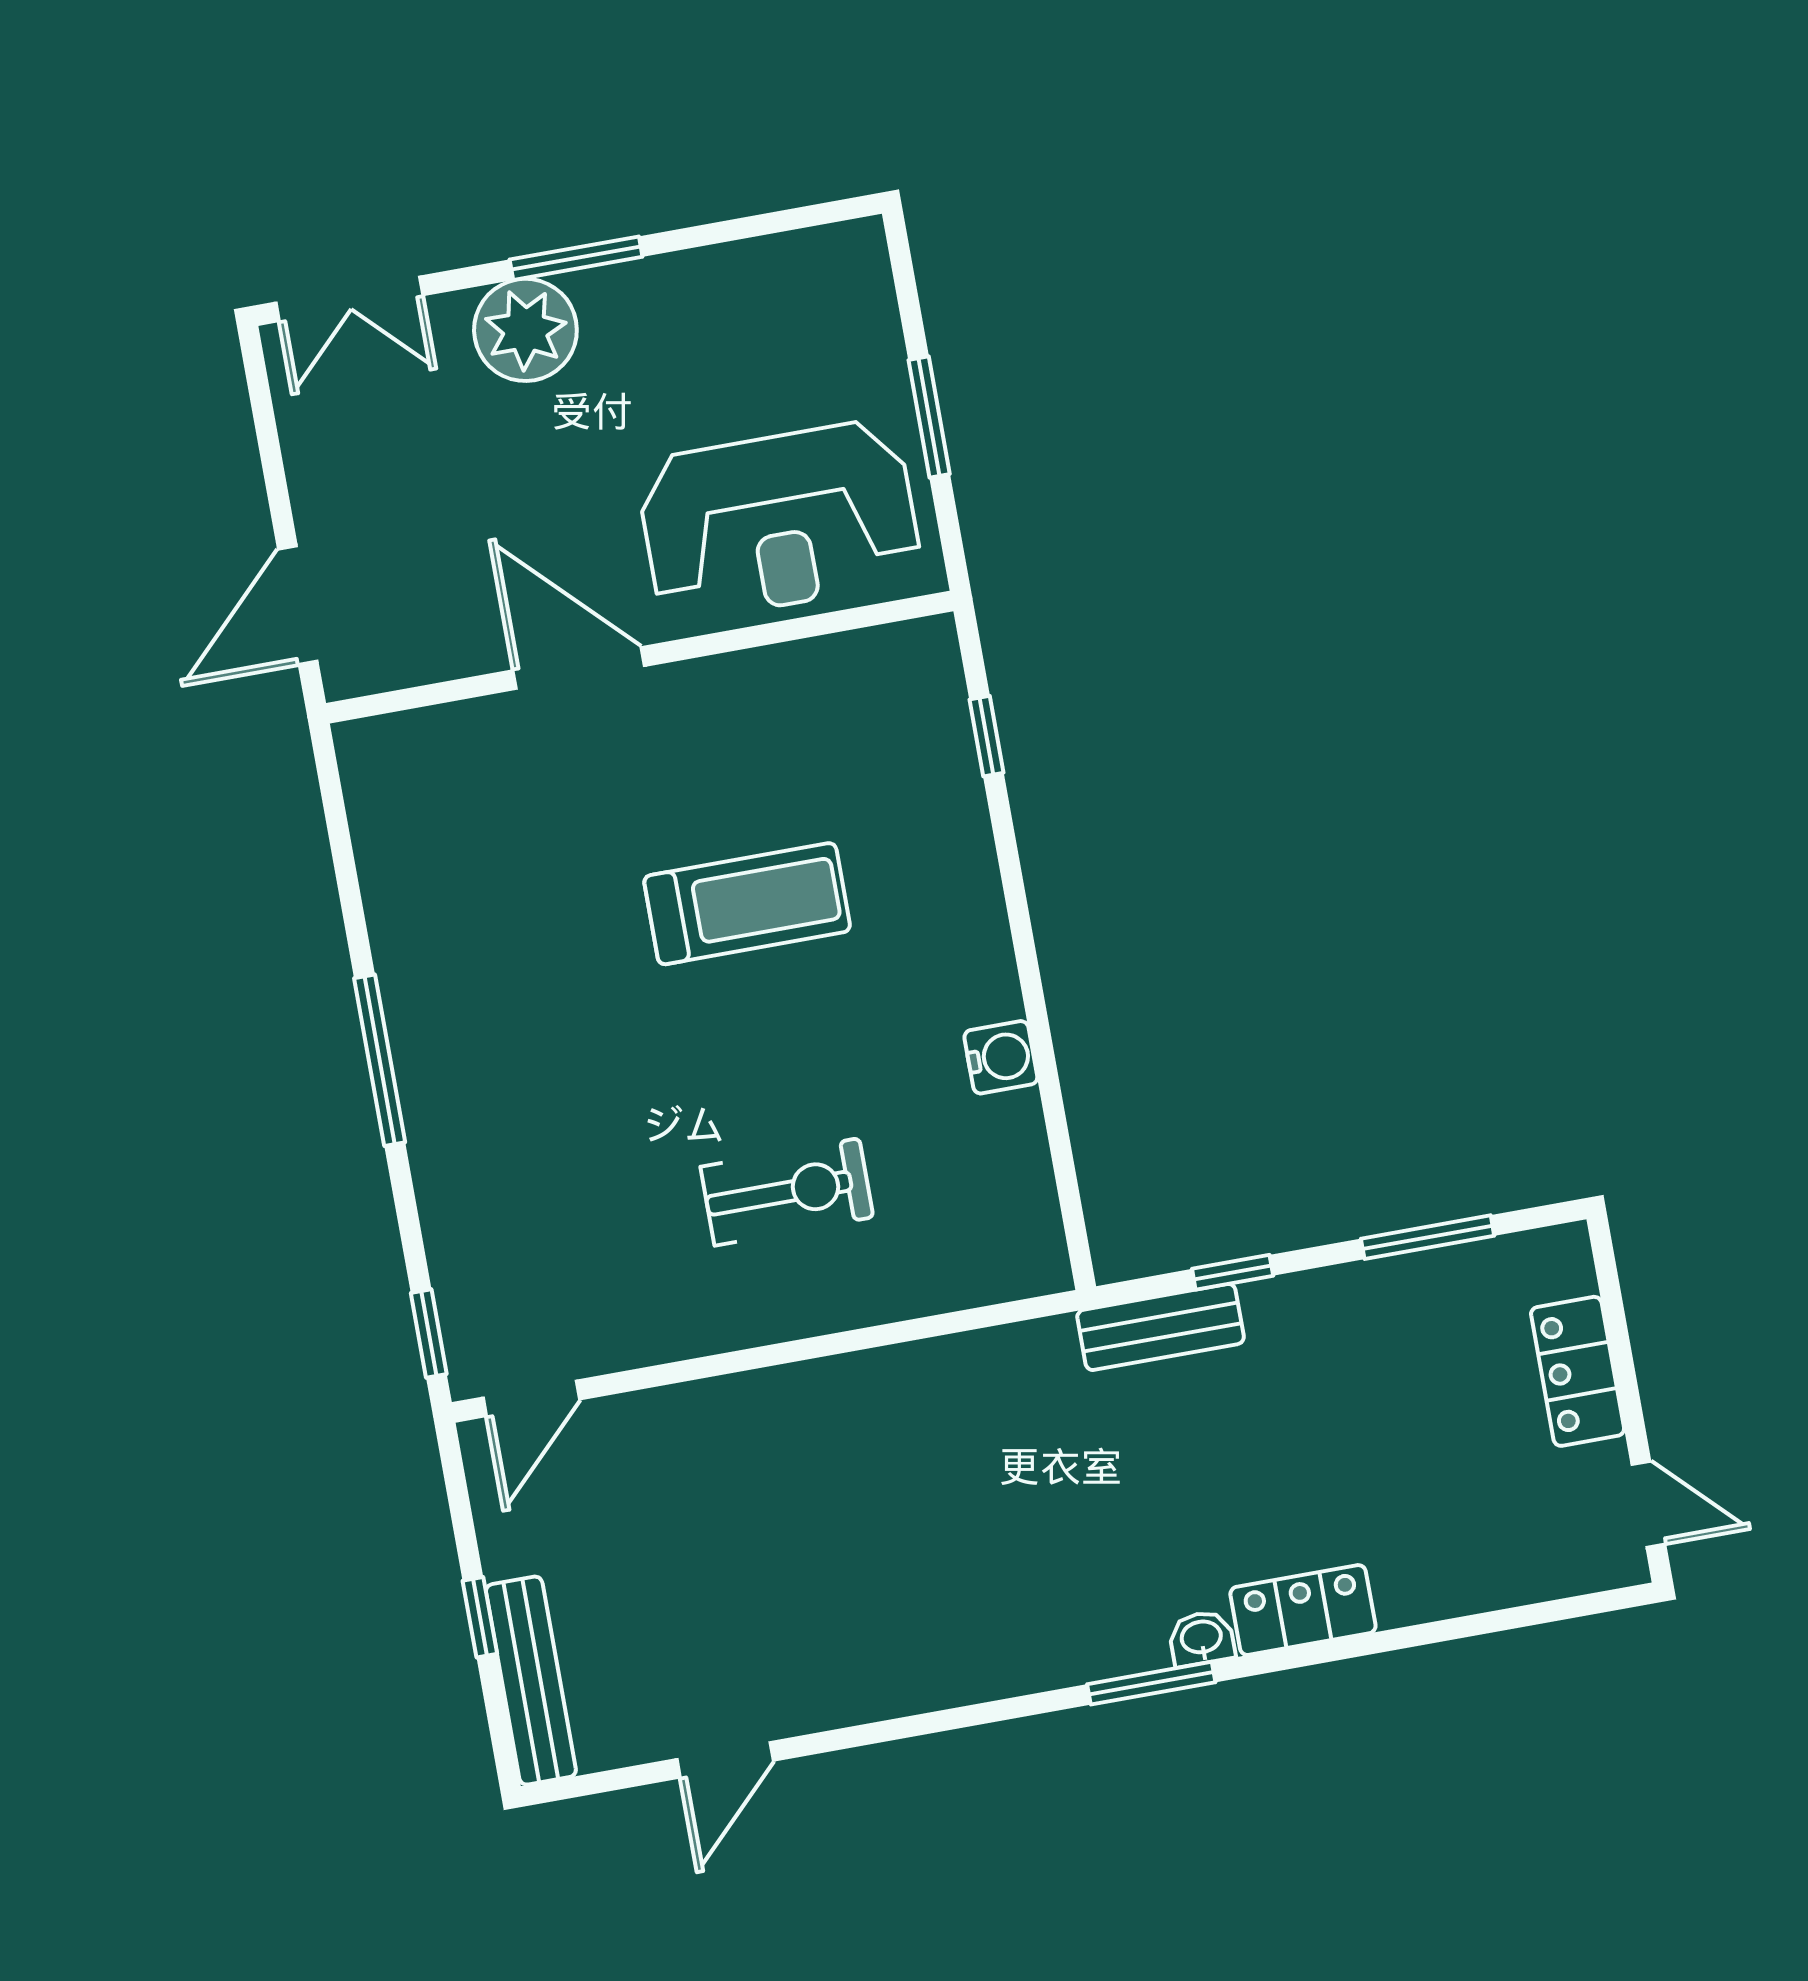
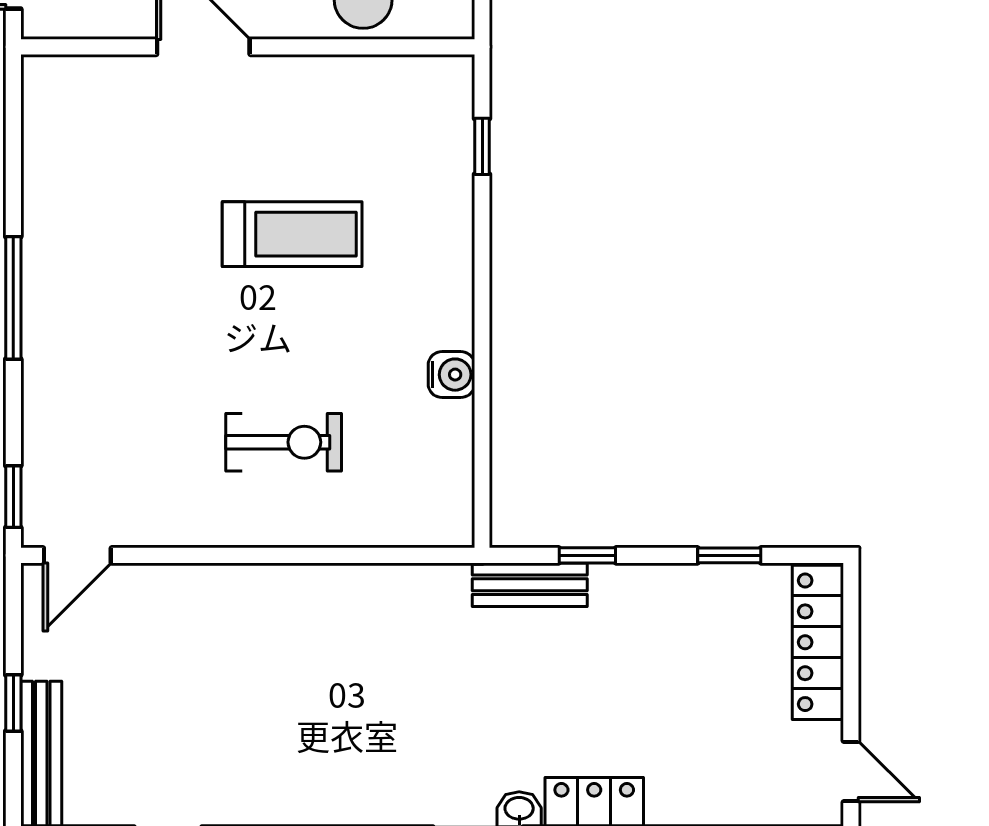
window: (1428, 1237) -> (729, 555), width x0.67
locker: (1578, 1371) -> (818, 642), width x1.53

